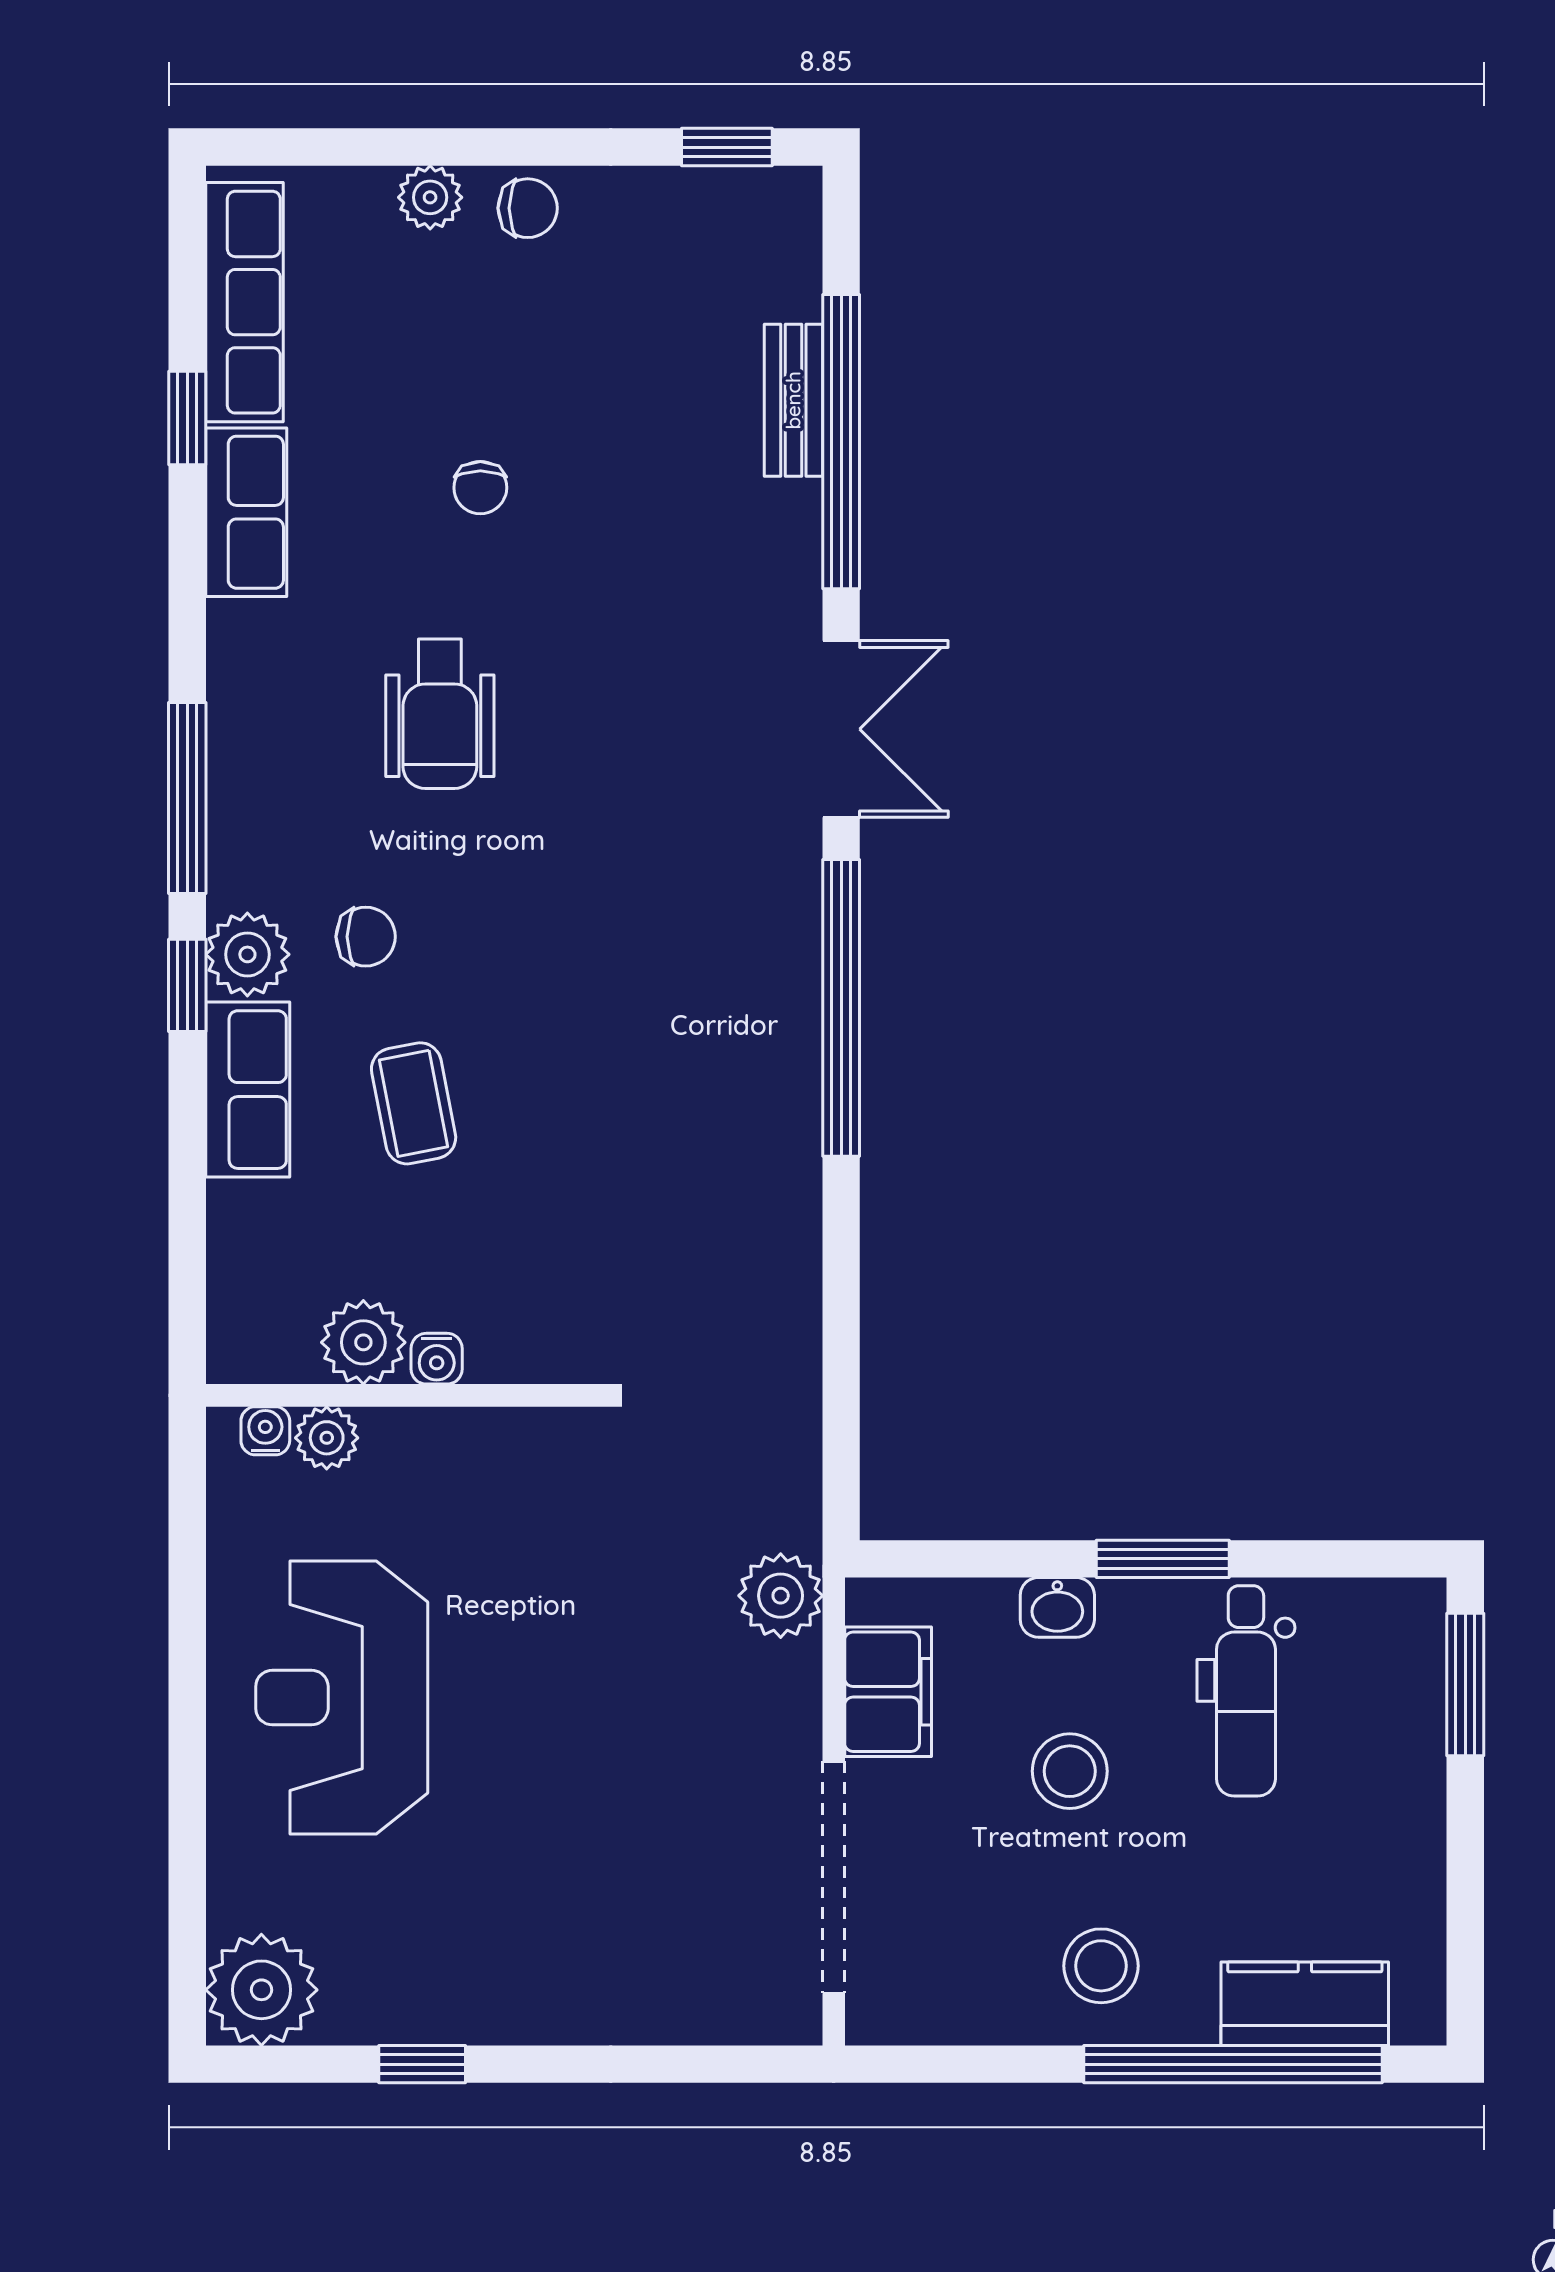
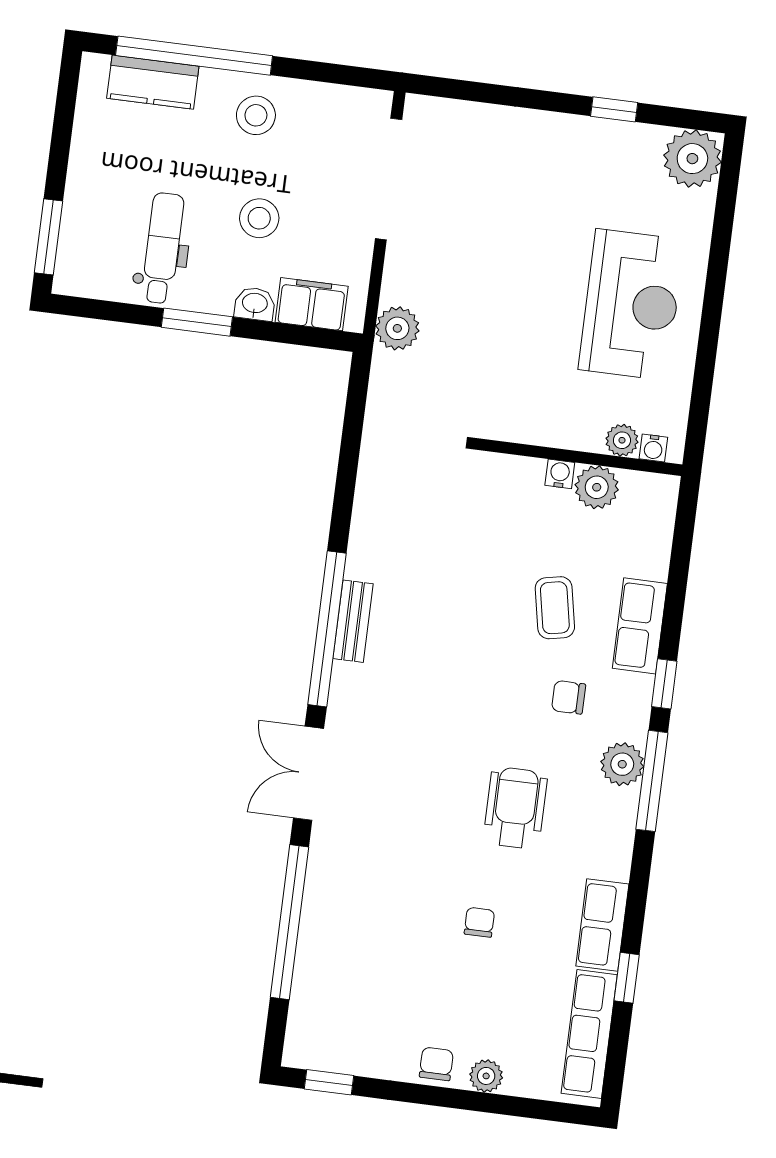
chair: (528, 208) -> (436, 1064), turned 90
bench: (793, 400) -> (353, 621), moved
plant: (247, 954) -> (622, 764), moved
filing cabinet: (888, 1692) -> (312, 304), moved, turned 90

